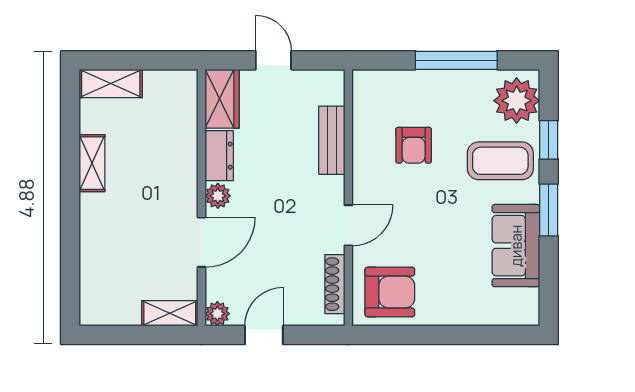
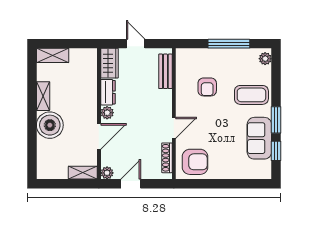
plant: (517, 101) -> (265, 59), width x0.53, depth x0.53
bench: (332, 140) -> (165, 71), moved
window: (549, 140) -> (276, 151), moved
boiler: (105, 220) -> (50, 125), added

